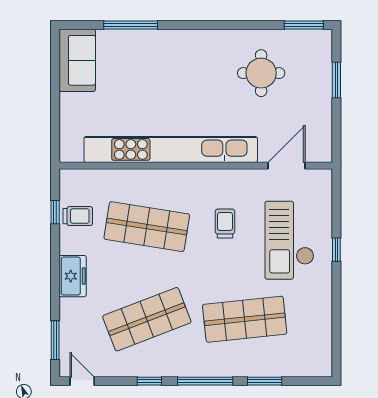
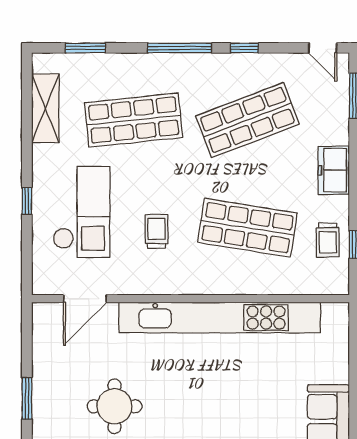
trolley: (78, 216) -> (328, 240), turned -90
trolley: (225, 224) -> (157, 231), turned 180
shelving: (321, 329) -> (45, 108), added
window: (265, 381) -> (85, 48), moved

